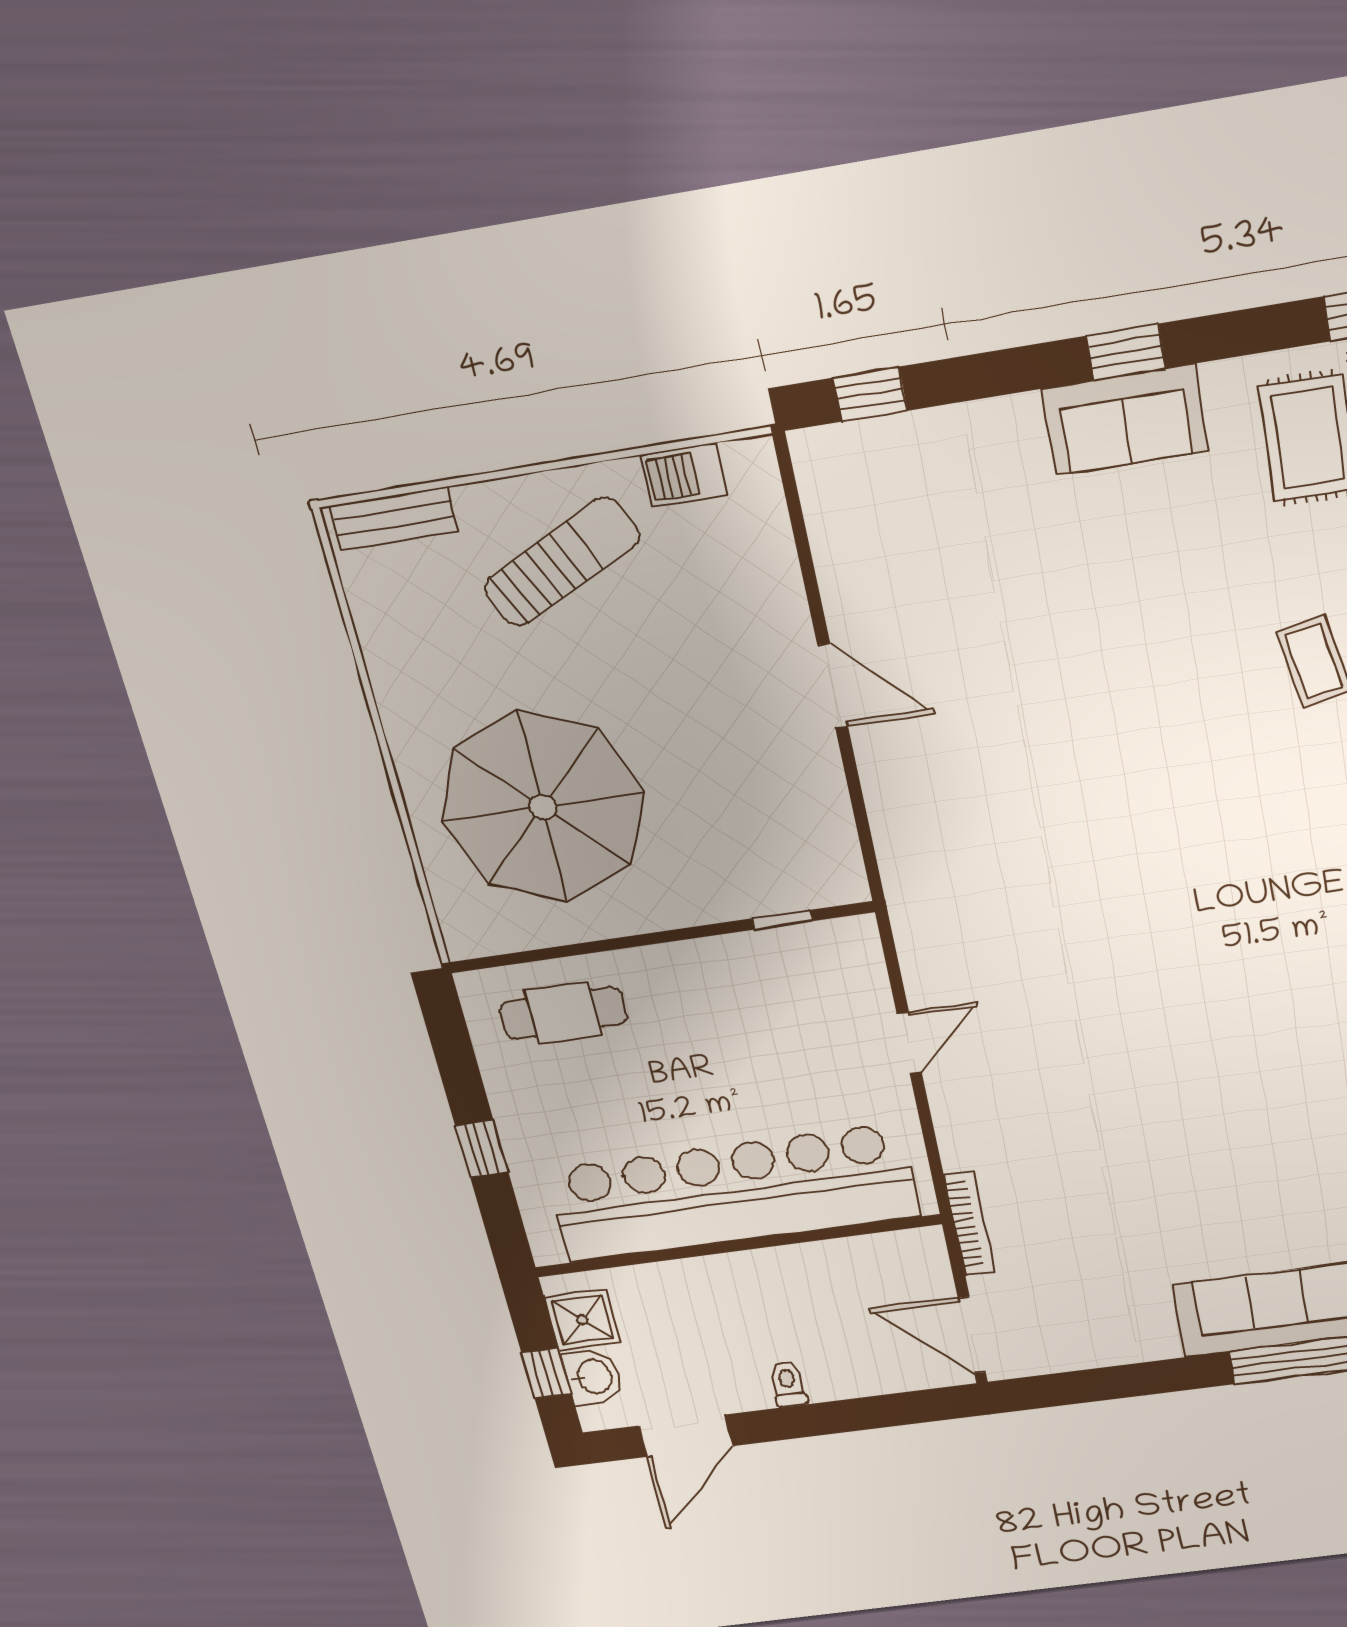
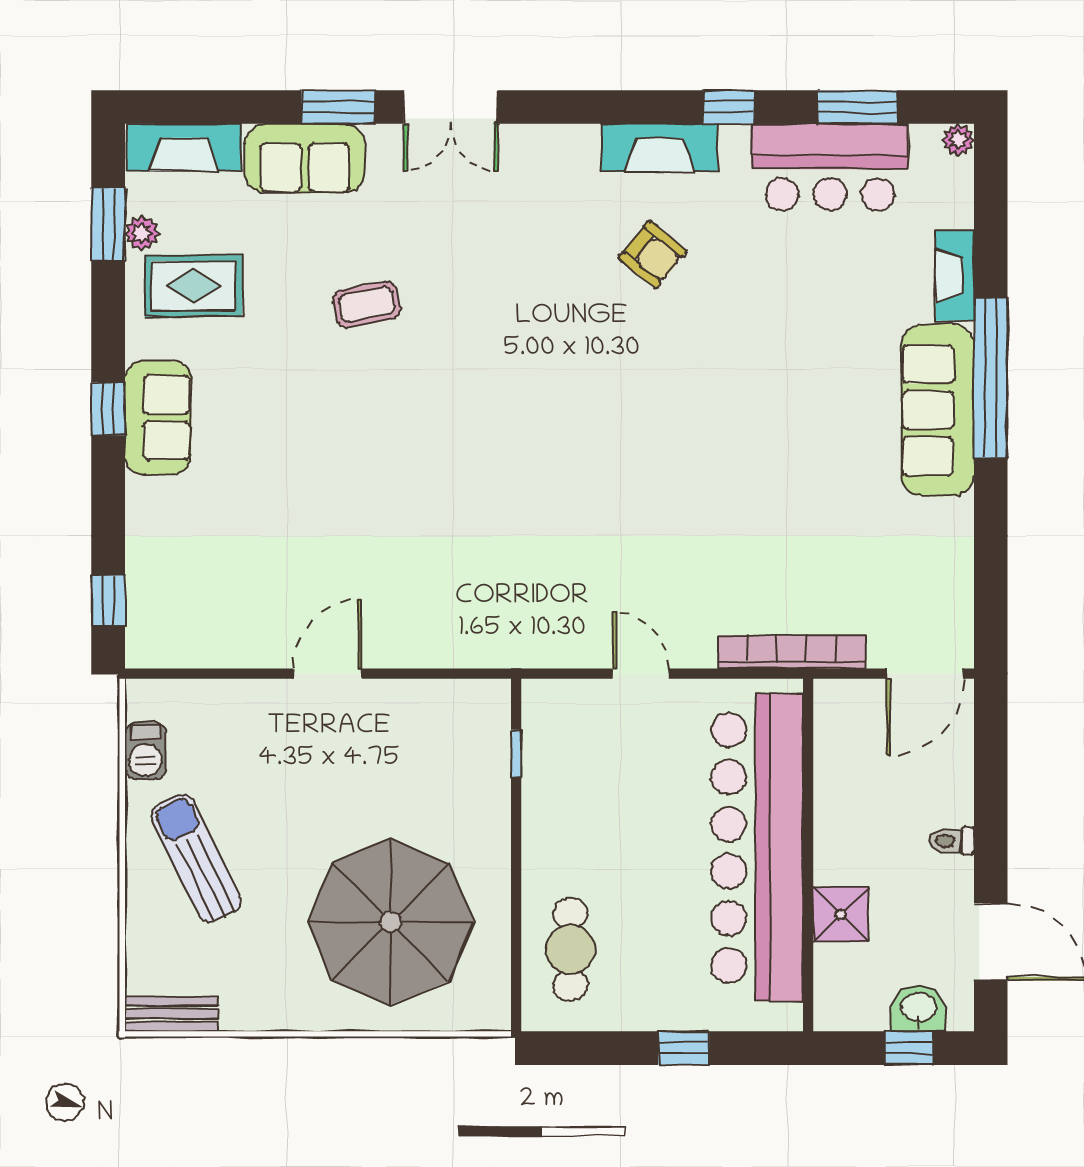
bench: (394, 518) -> (171, 1014), moved, turned 90
bookcase: (969, 1223) -> (792, 652), width x1.48, depth x1.31
shower: (582, 1320) -> (841, 914), moved

